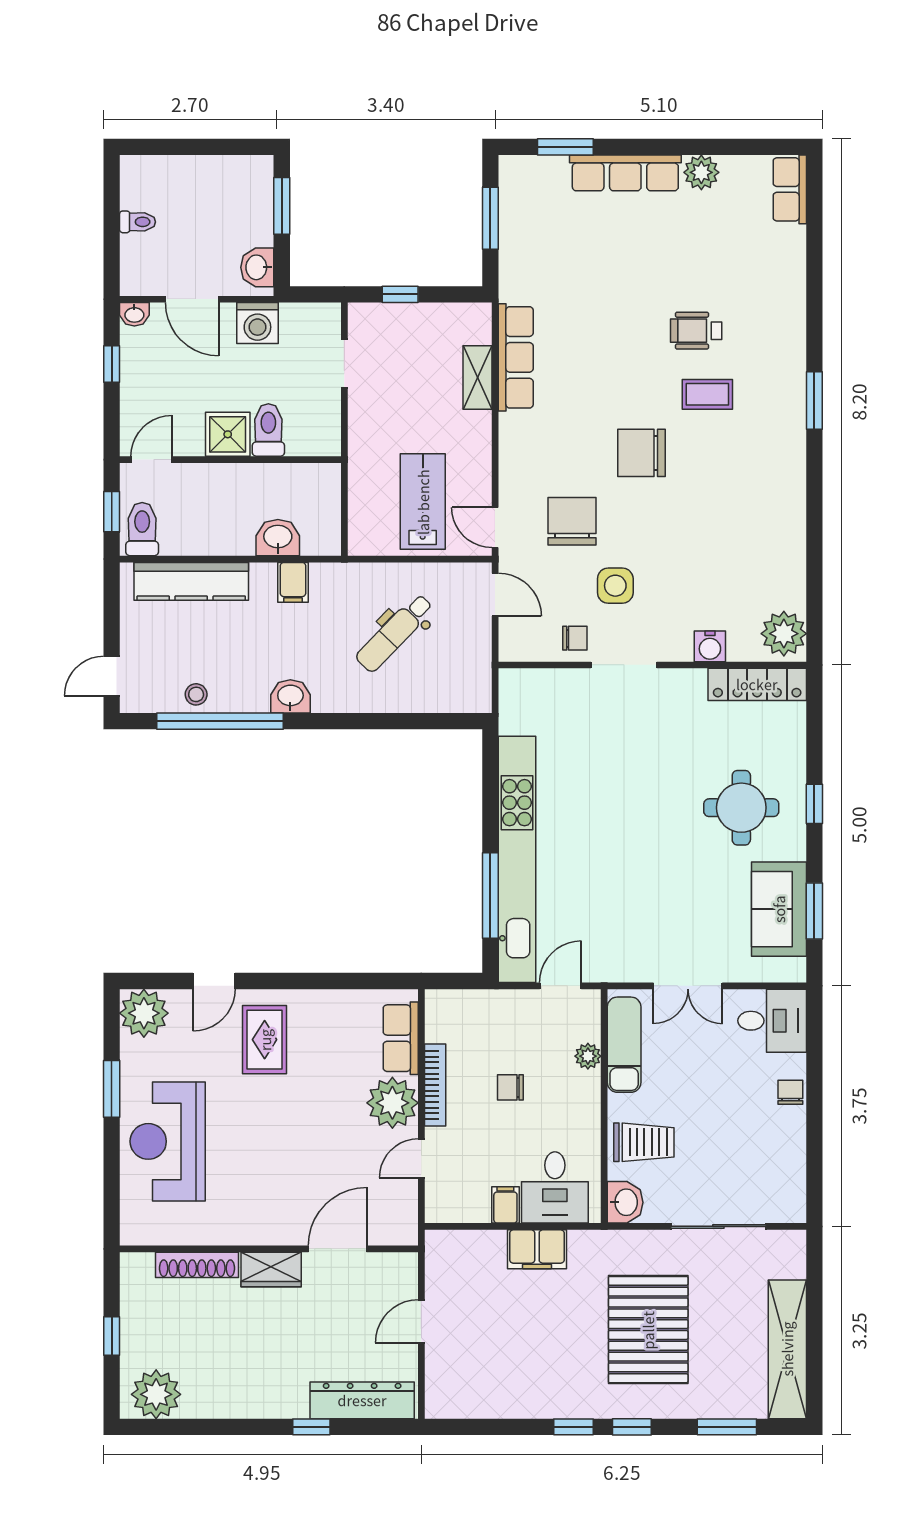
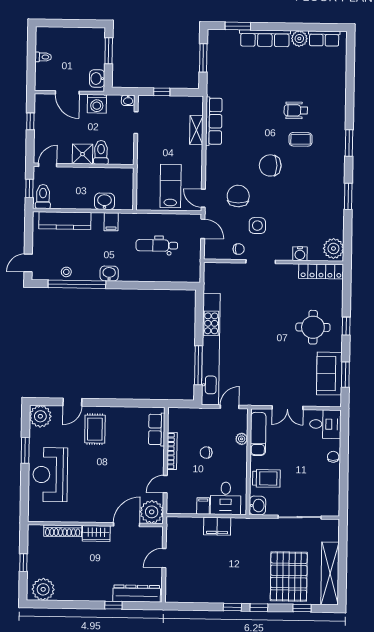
row of seats: (790, 189) -> (324, 39), moved, turned -90
washbasin: (134, 314) -> (128, 100), moved
window: (814, 518) -> (348, 196), added
dental chair: (395, 633) -> (157, 245), turned 46
plant: (392, 1103) -> (152, 512), moved
pallet: (648, 1330) -> (289, 577), moved
window: (727, 1427) -> (302, 608), width x0.67

